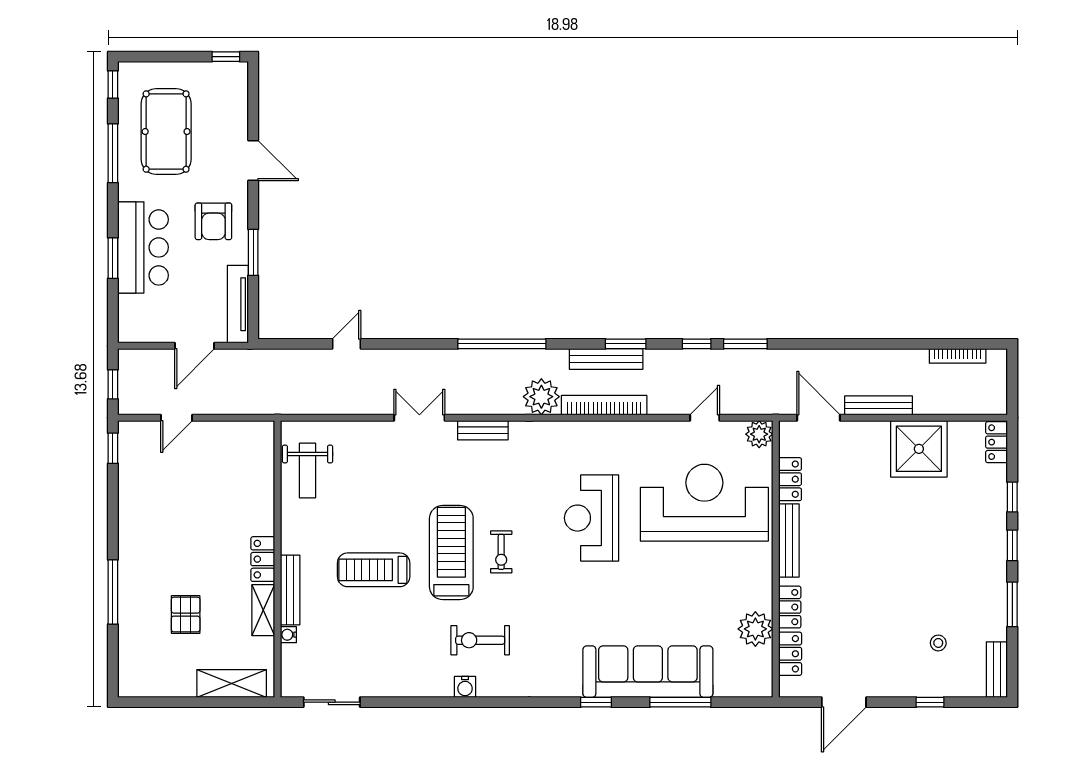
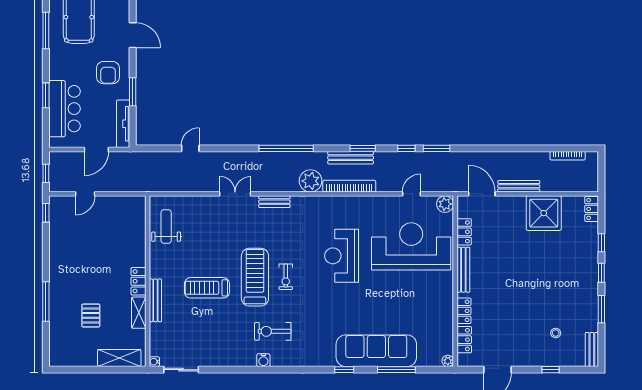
bar counter: (143, 247) -> (64, 109), moved
weight bench: (308, 470) -> (166, 226), turned 180
plant: (755, 629) -> (448, 361), moved, width x0.53, depth x0.53
water cooler: (288, 635) -> (154, 362), moved

